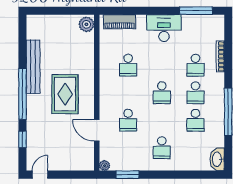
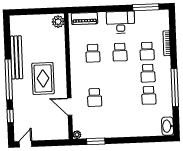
school desk: (162, 93) -> (120, 52), moved
school desk: (162, 148) -> (122, 119), removed

